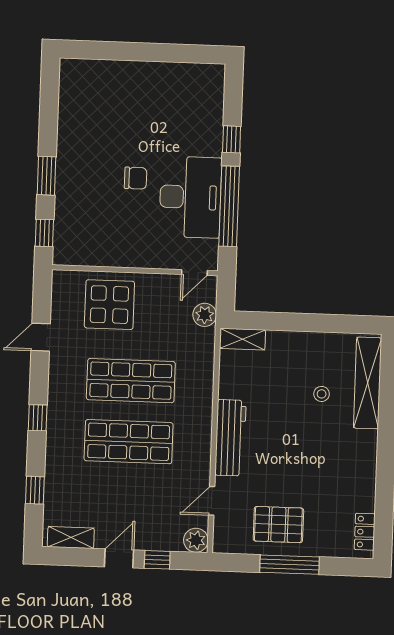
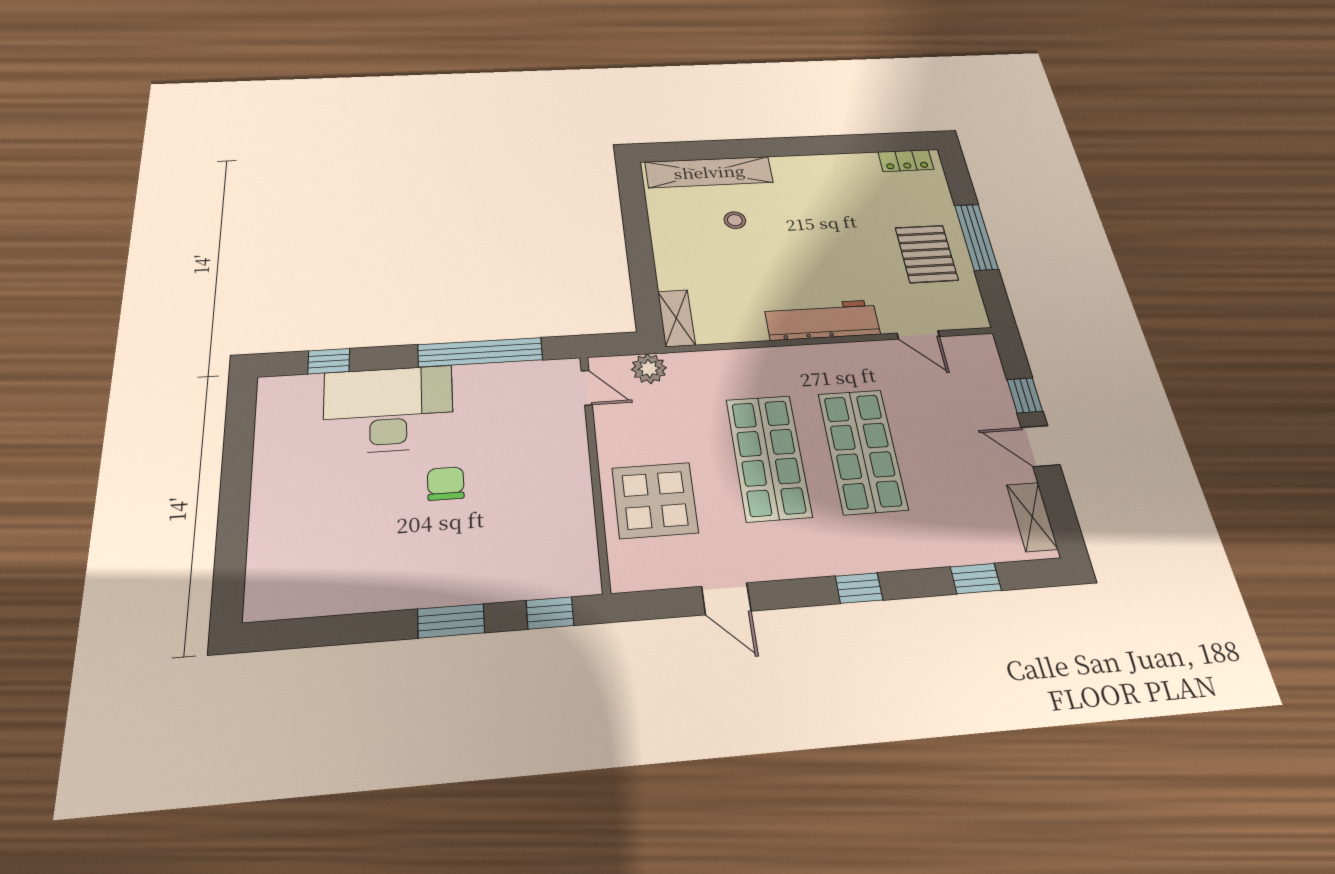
window: (232, 139) -> (329, 361), moved
desk: (190, 197) -> (388, 409), moved
plant: (196, 540) -> (980, 349), removed

